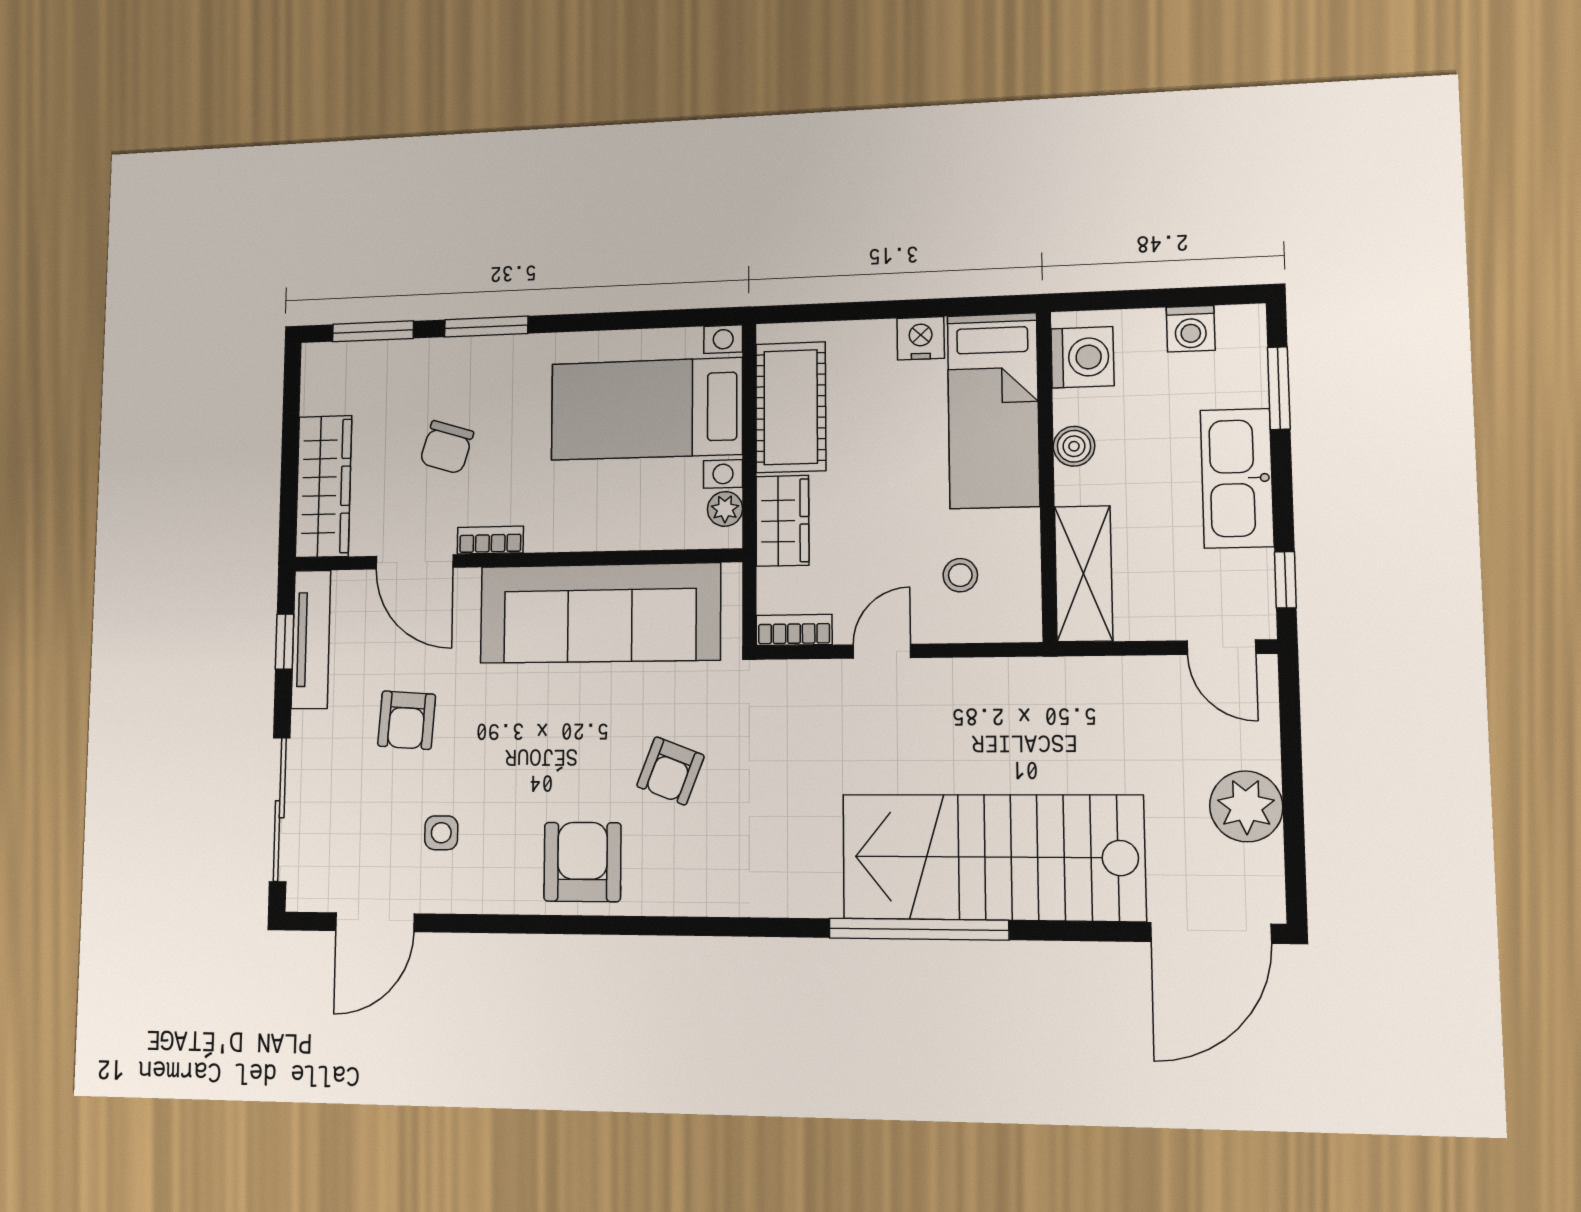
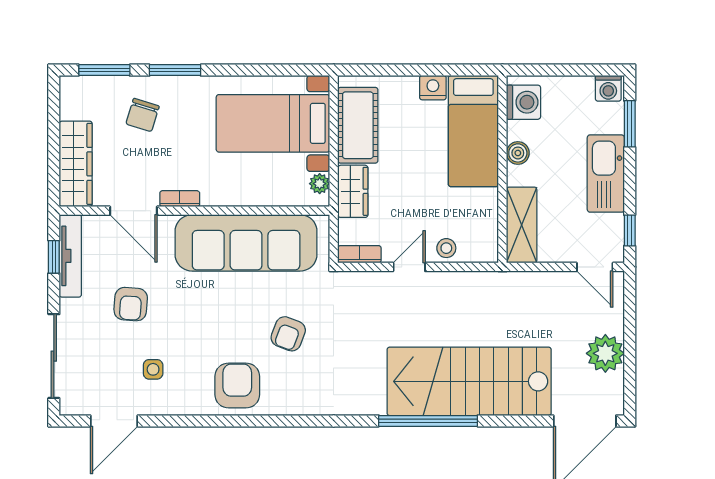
washing machine: (1191, 329) -> (608, 88), moved
chair: (447, 447) -> (143, 115), moved
stool: (960, 575) -> (446, 248), moved

